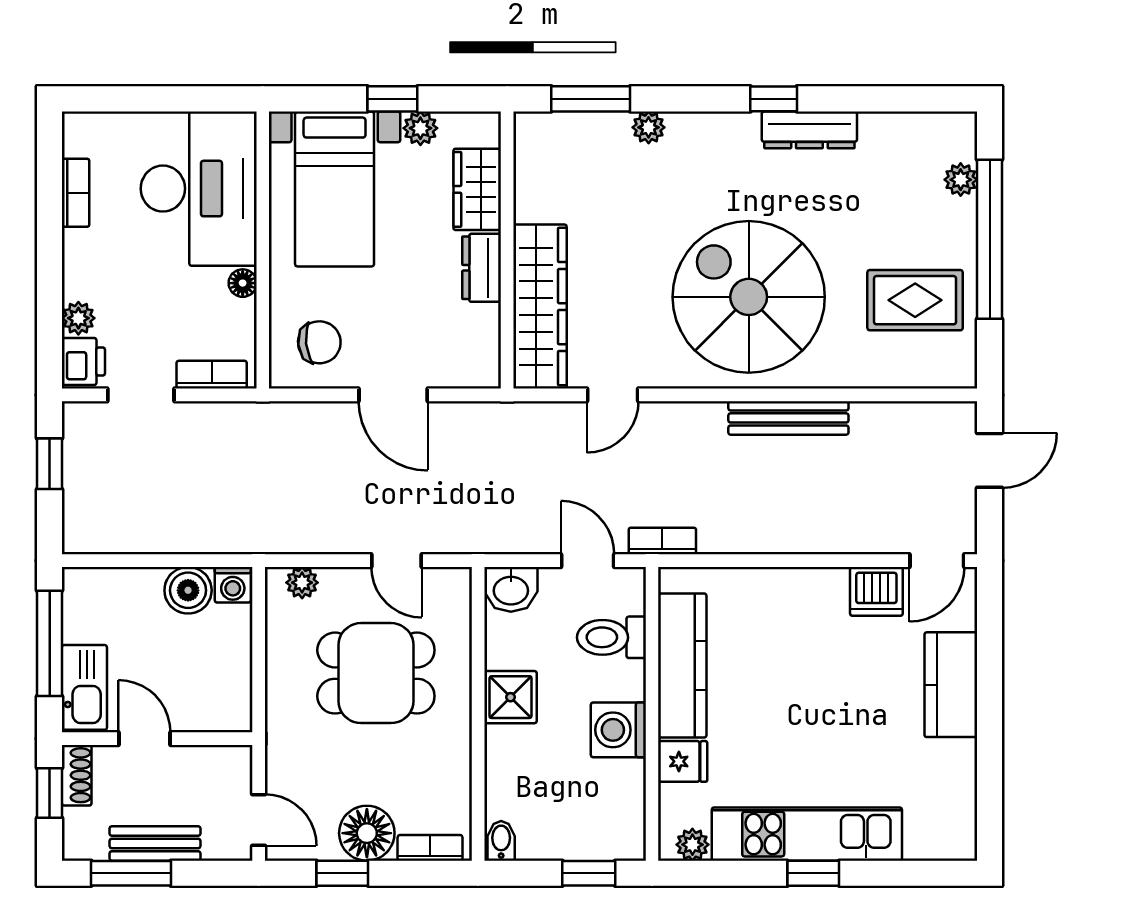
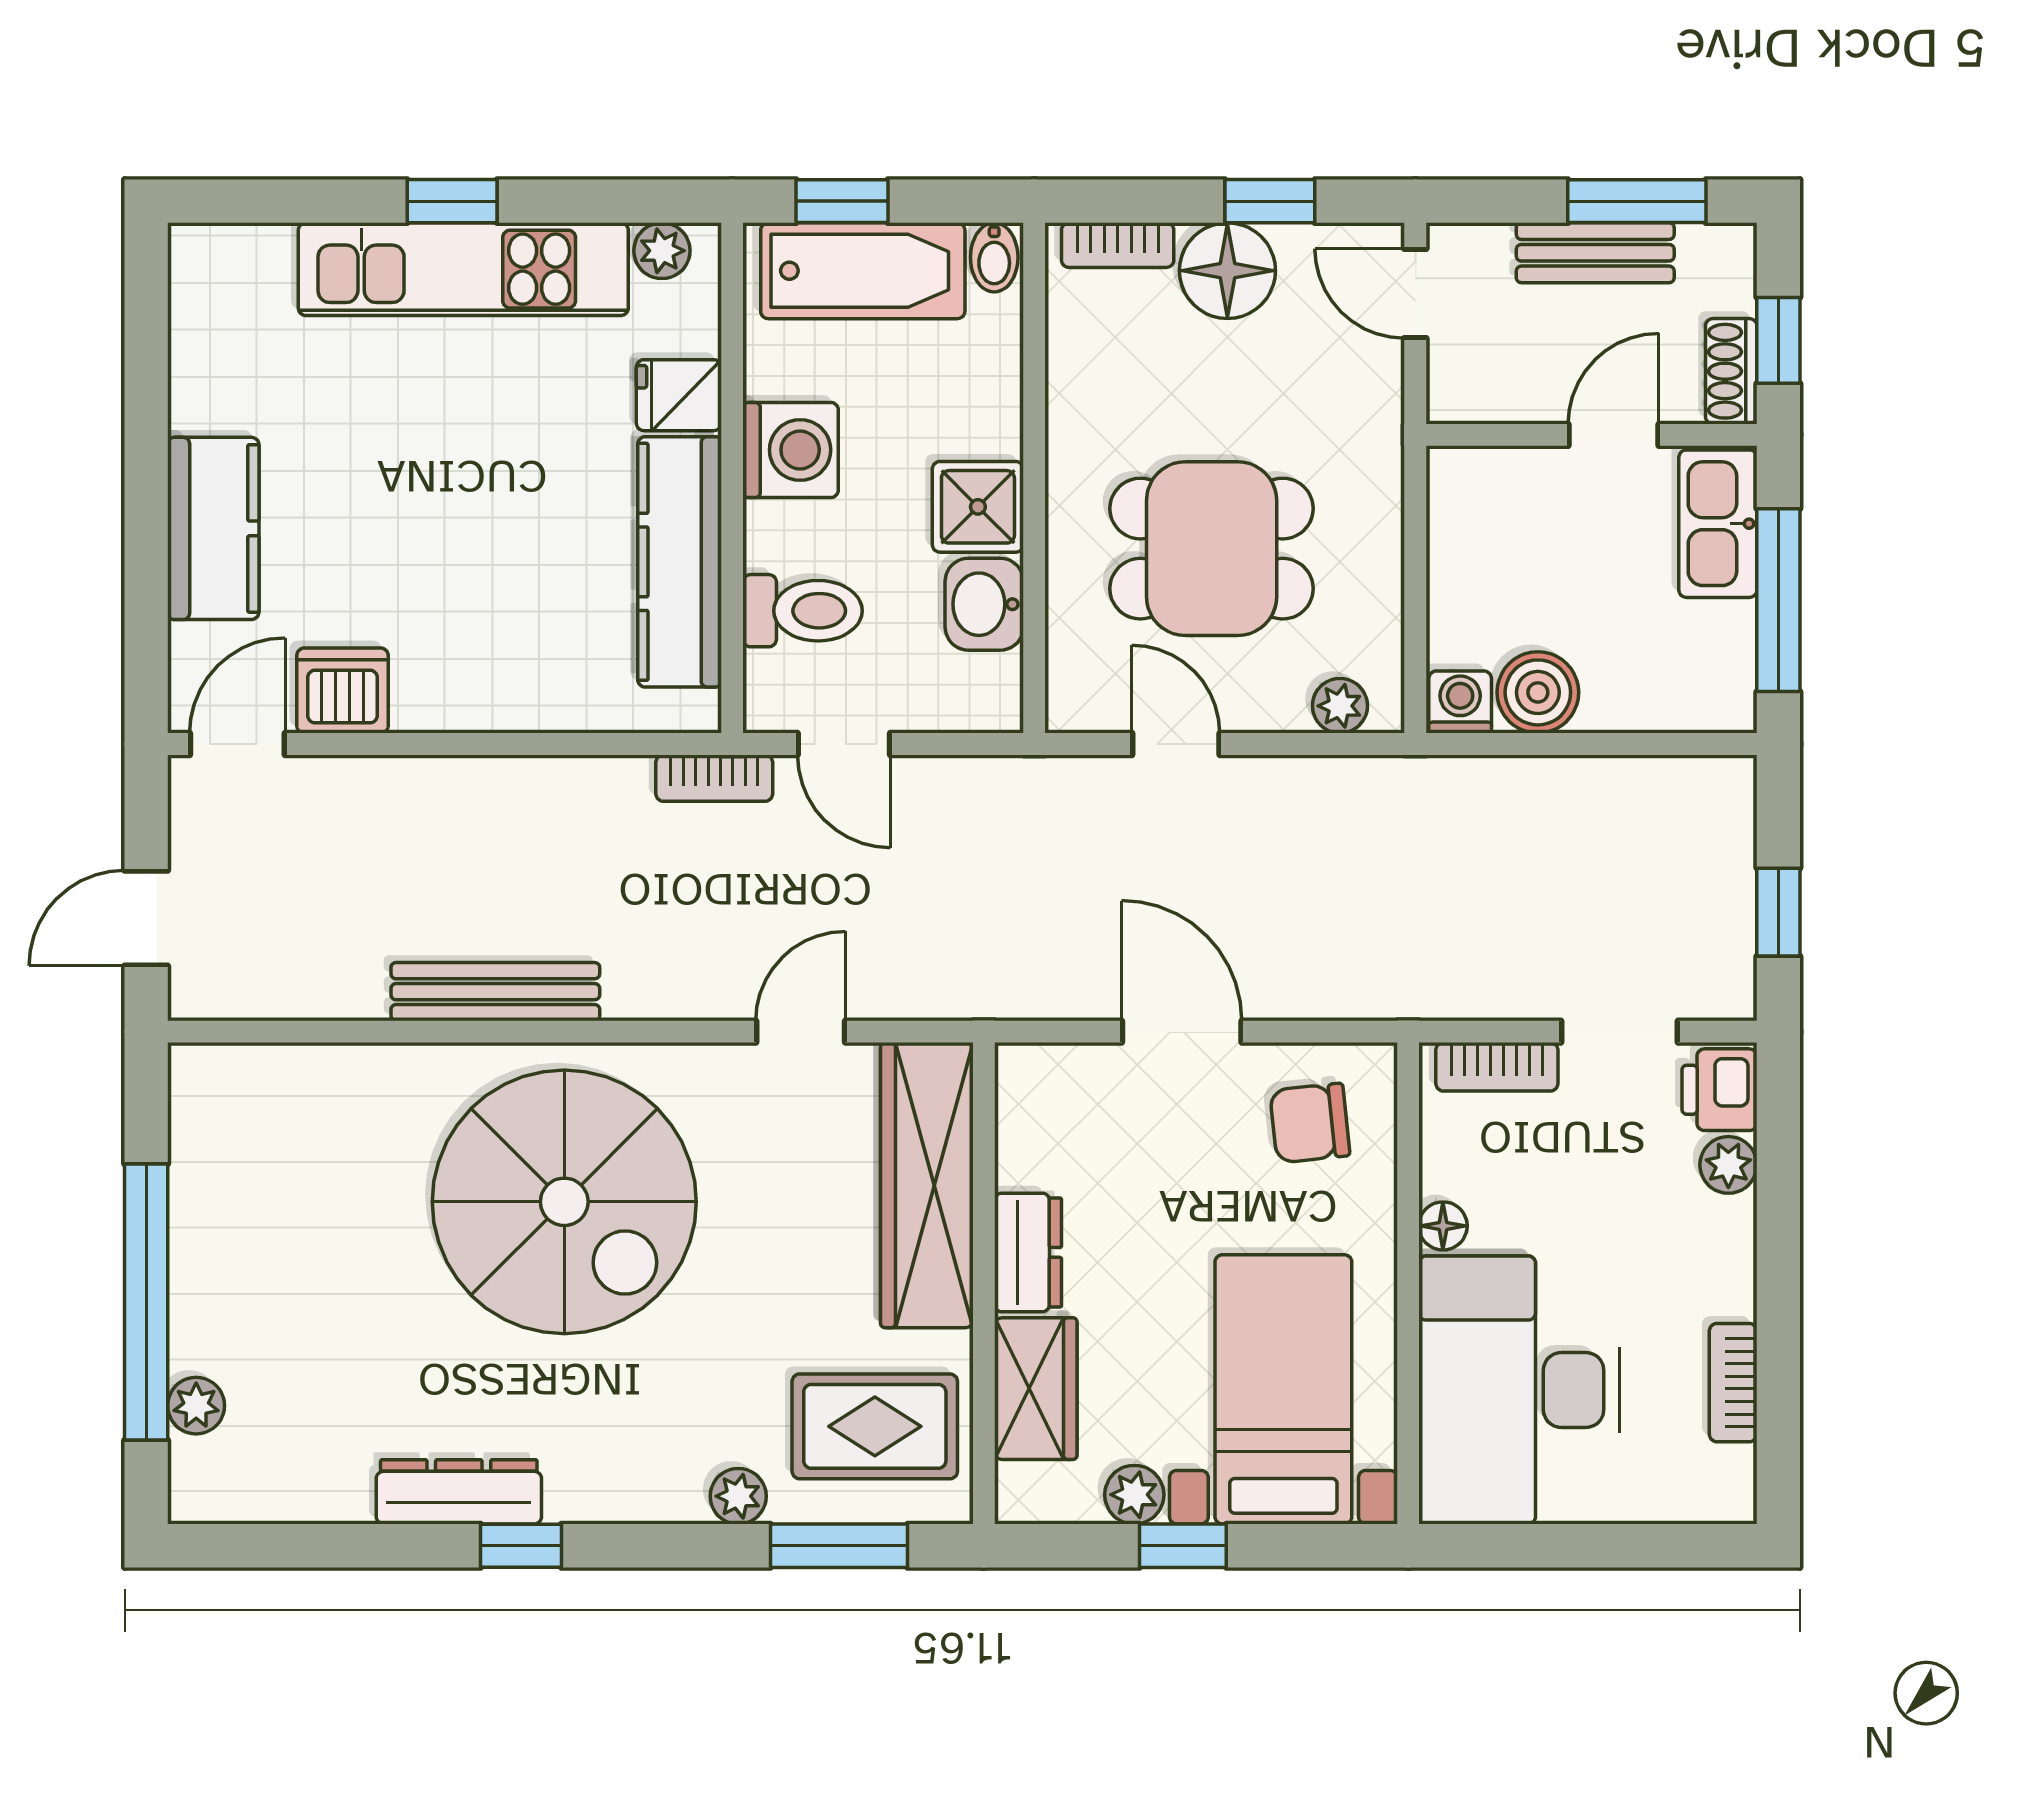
rug: (915, 300) -> (875, 1426), moved
washbasin: (511, 589) -> (984, 604), moved, turned -90
door: (144, 739) -> (1614, 435), swing flipped
bathtub: (577, 833) -> (863, 271), added

